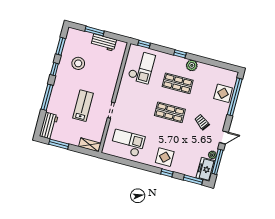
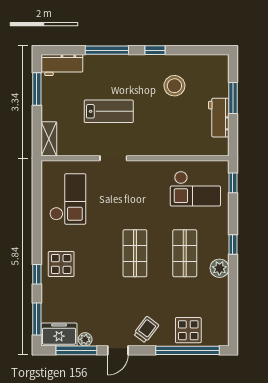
window: (61, 46) -> (194, 50), removed
trolley: (202, 122) -> (146, 330), moved
door: (224, 137) -> (118, 350), hinge flipped

